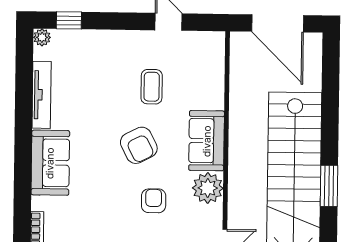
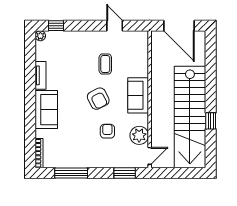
tv unit: (42, 95) -> (41, 75), width x0.71
window: (329, 186) -> (211, 121), width x0.67
plant: (208, 188) -> (139, 135), moved

